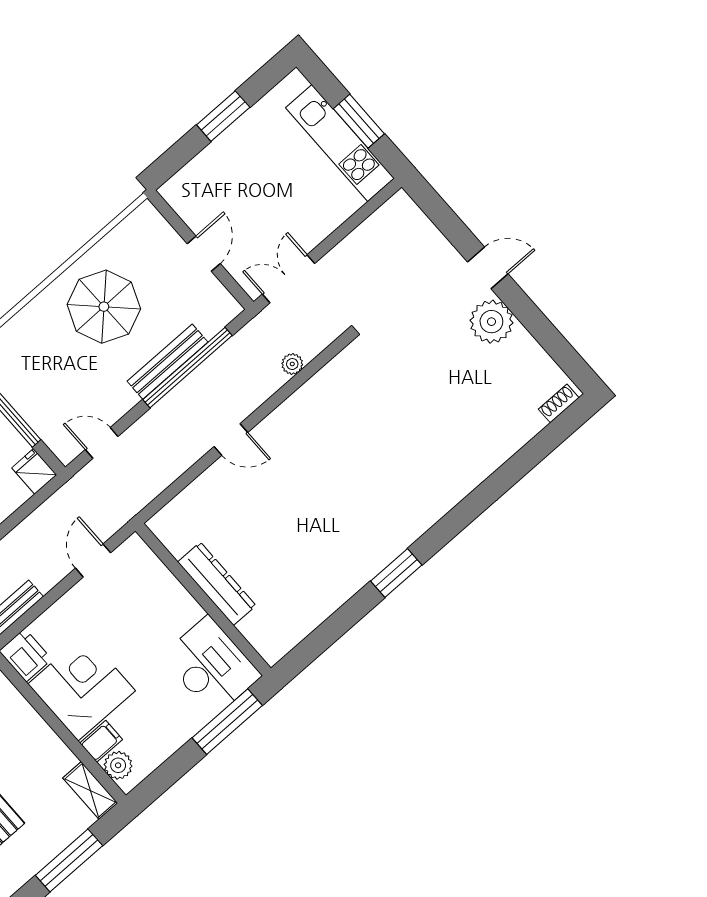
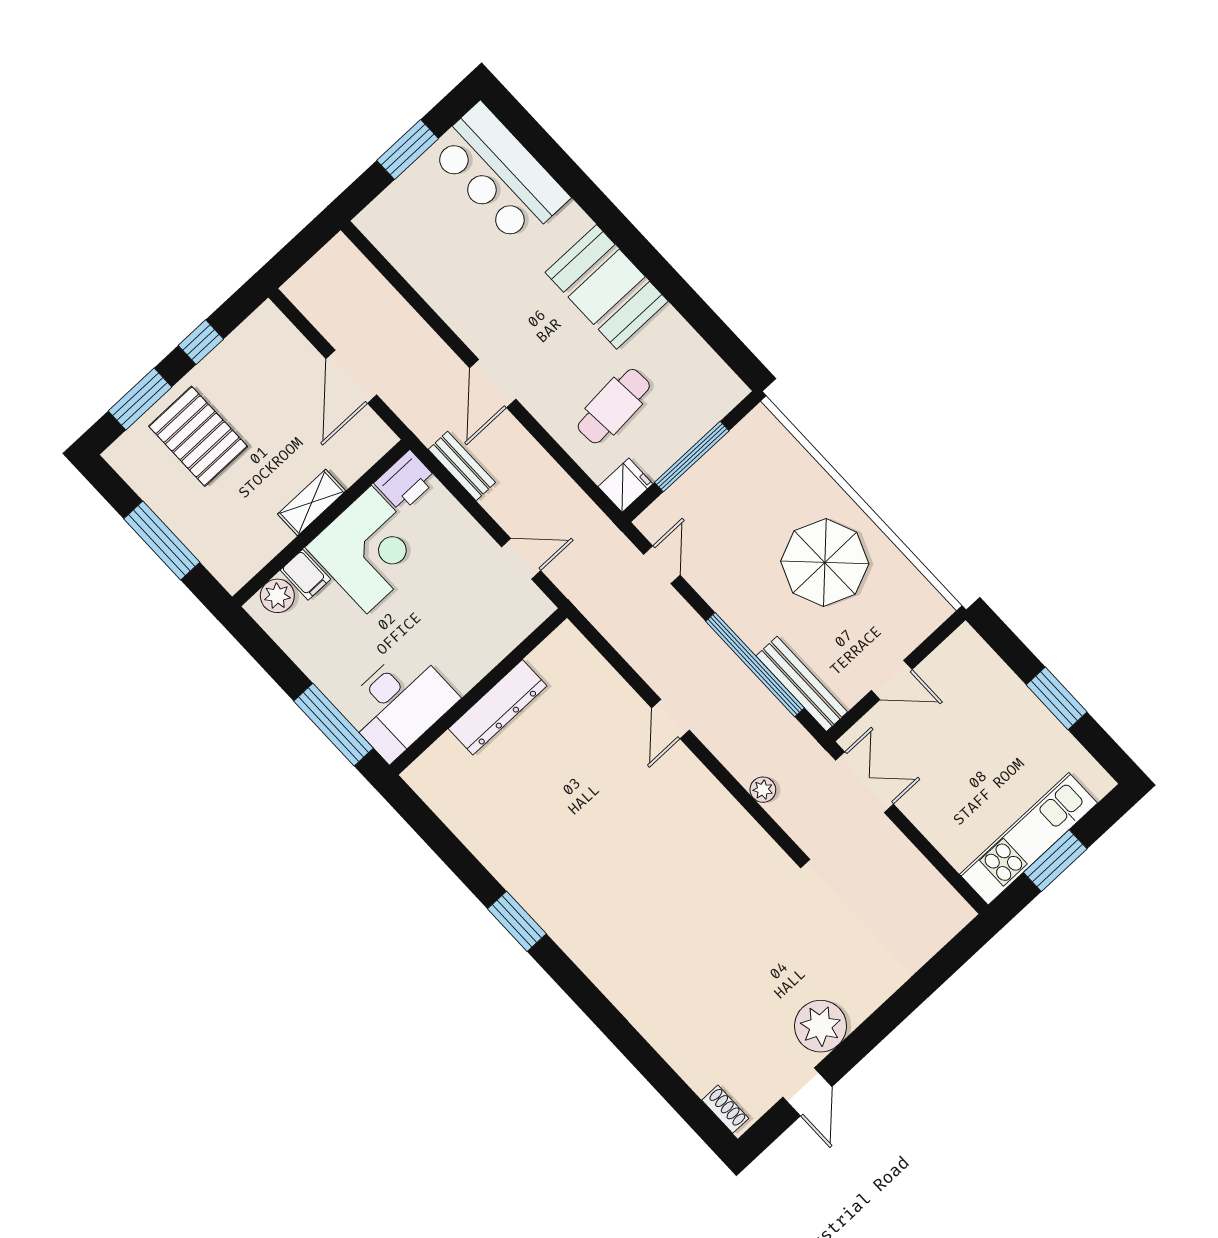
door: (488, 268) -> (807, 1092), moved
bench: (167, 362) -> (802, 684), moved
shelving: (90, 790) -> (312, 502), moved

